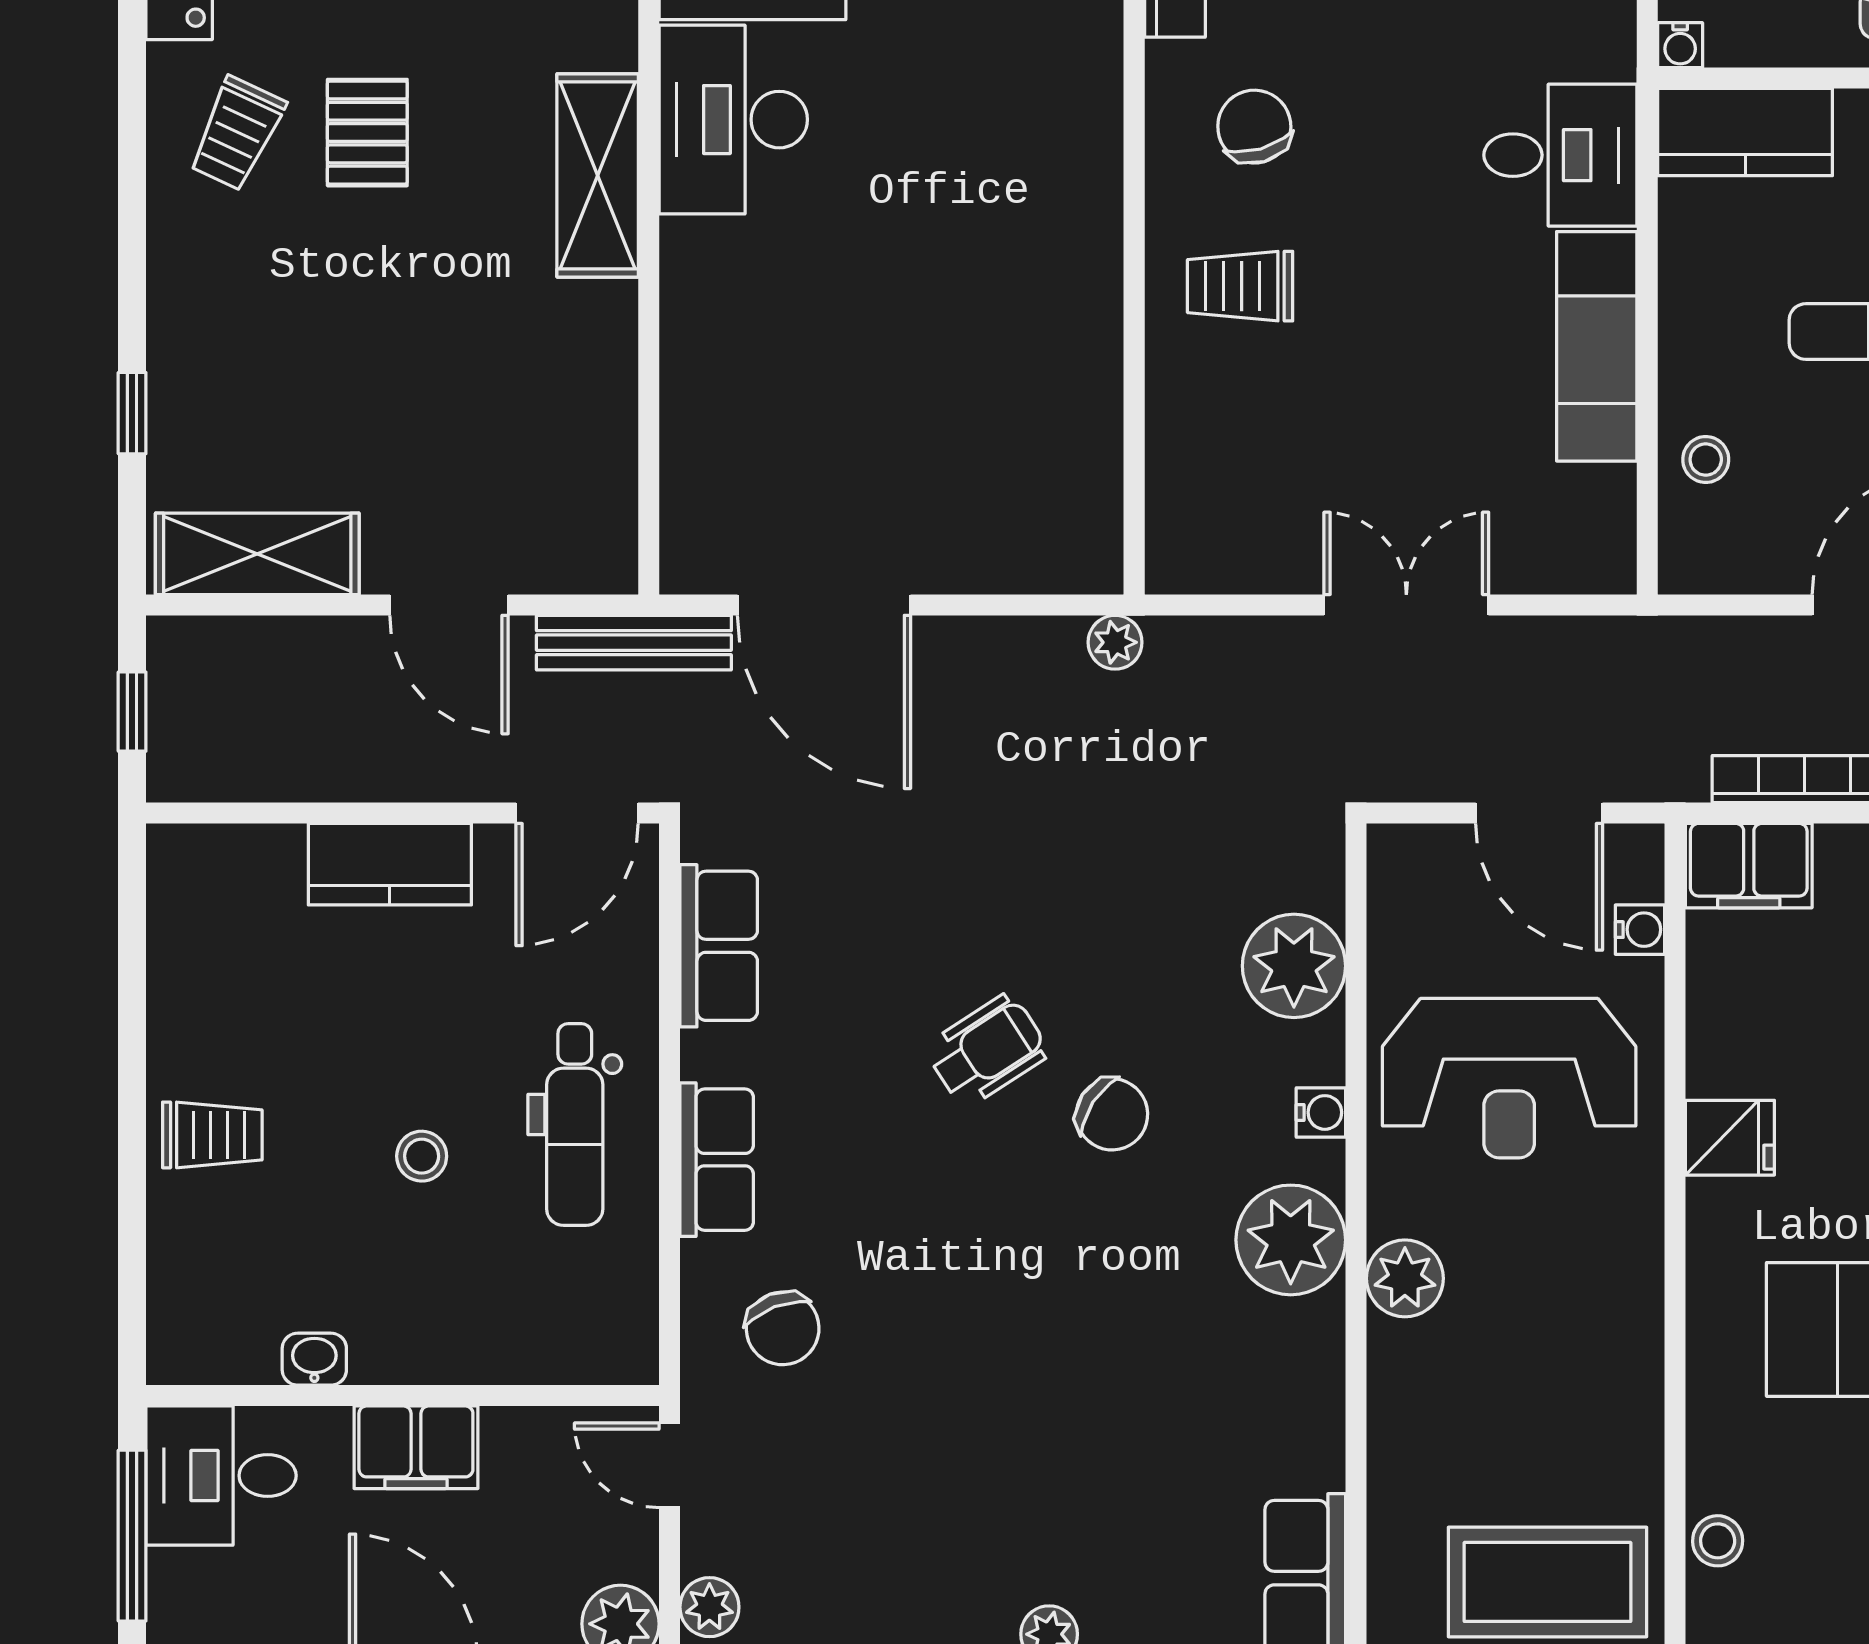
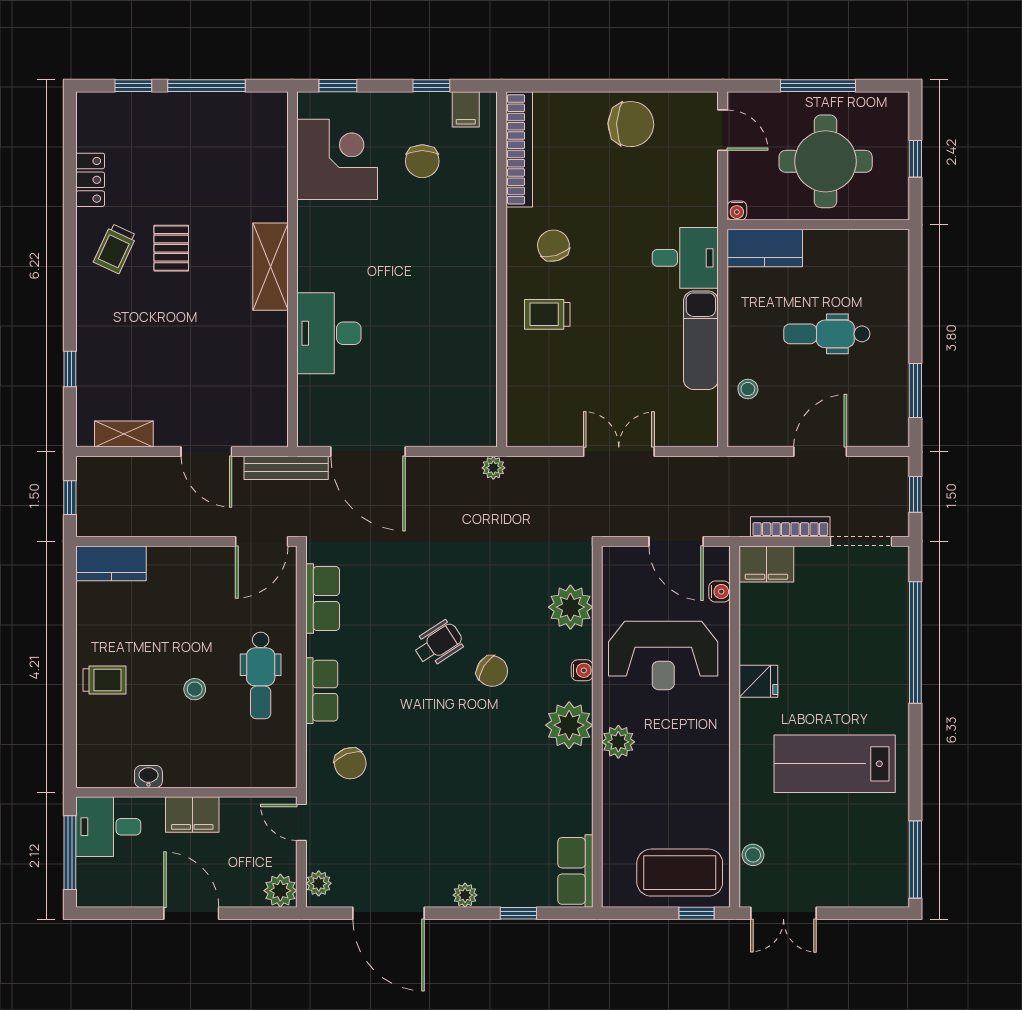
desk: (733, 120) -> (329, 333), moved
shelving: (257, 554) -> (124, 434), width x0.67, depth x0.75
kitchen counter: (390, 864) -> (111, 563), moved

